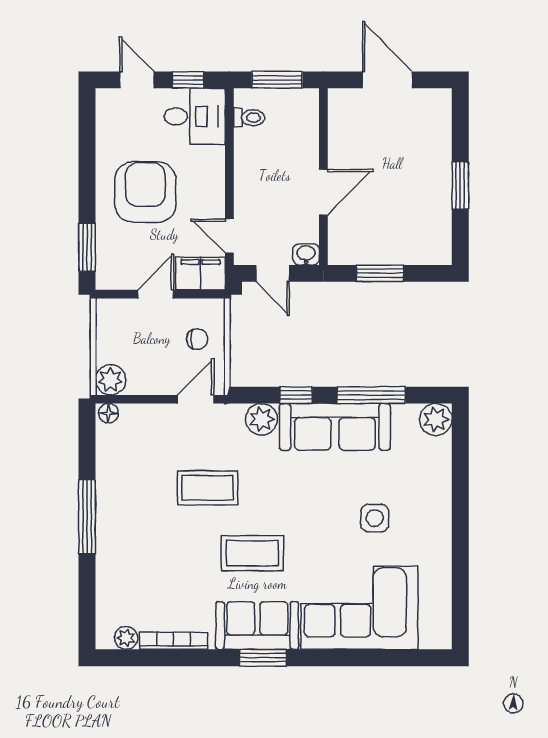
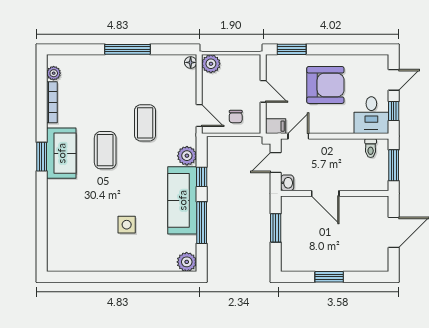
filing cabinet: (201, 274) -> (276, 126), width x0.50
corner sofa: (359, 608) -> (72, 215), removed

